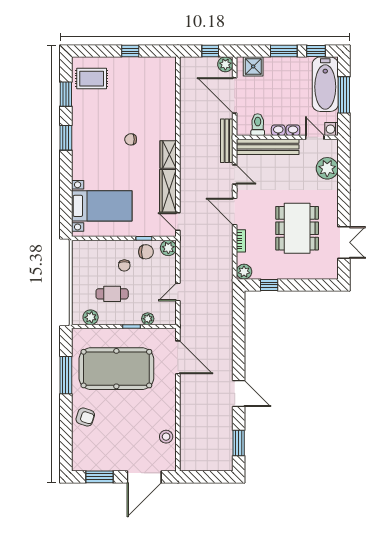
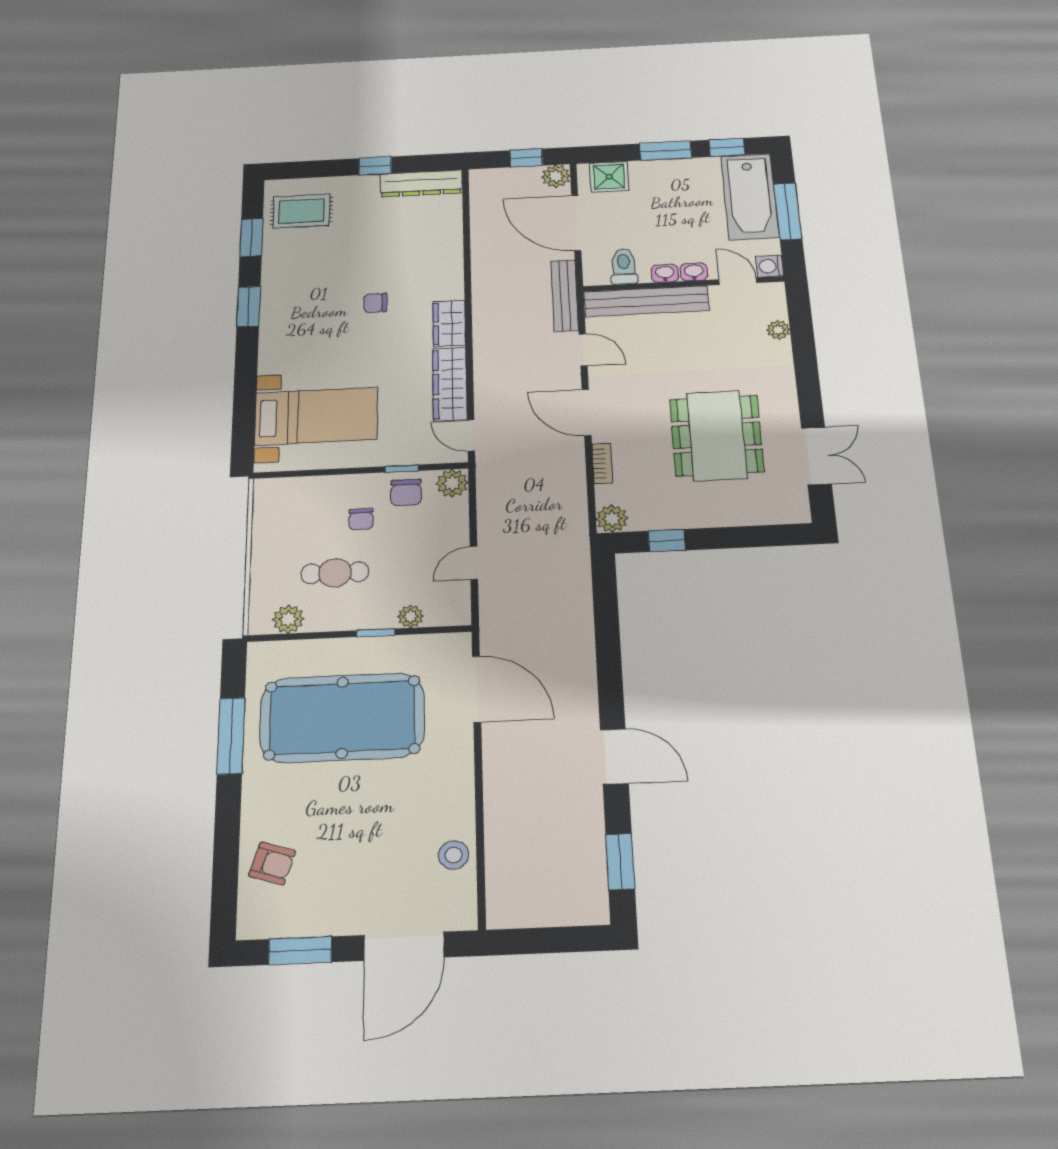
dresser: (155, 64) -> (421, 183), added
plant: (327, 168) -> (778, 330), width x0.53, depth x0.53
chair: (146, 252) -> (406, 492), turned 90
armchair: (85, 417) -> (272, 863), moved

